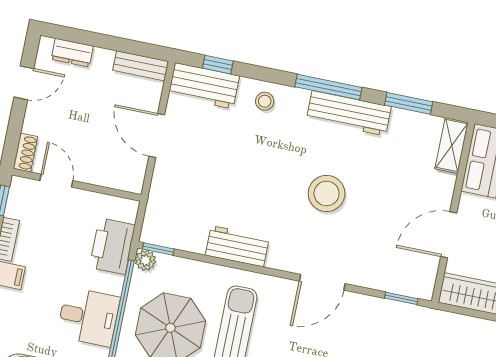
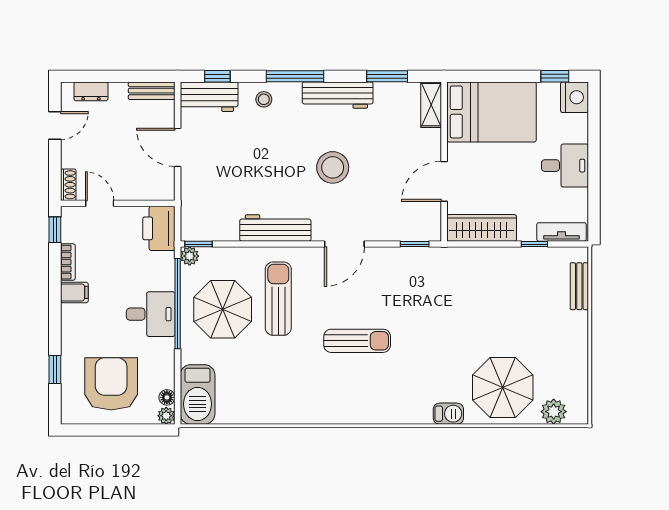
window: (328, 87) -> (295, 76), moved
printer: (112, 246) -> (159, 228), moved
workbench: (237, 246) -> (275, 228), width x1.37

